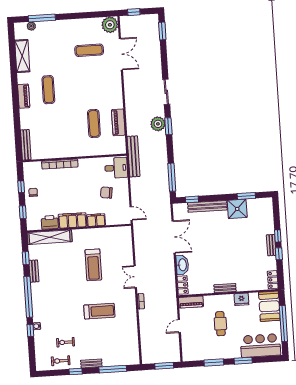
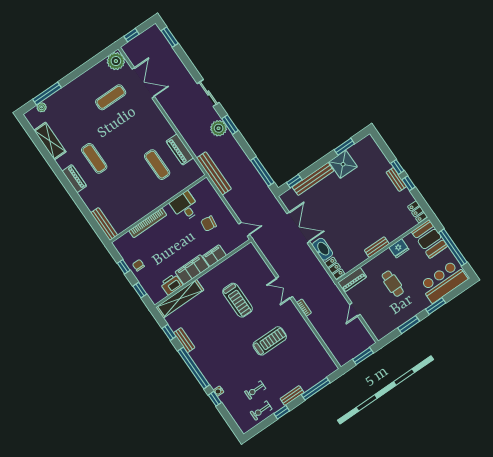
desk: (116, 168) -> (185, 207), moved, turned -90

